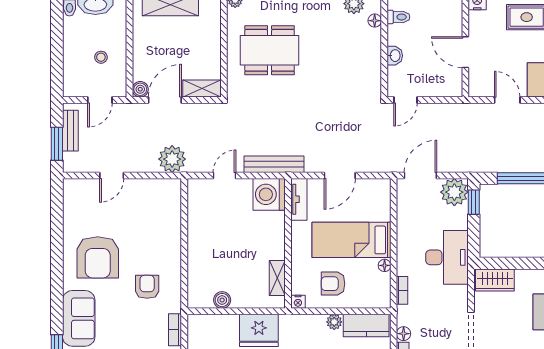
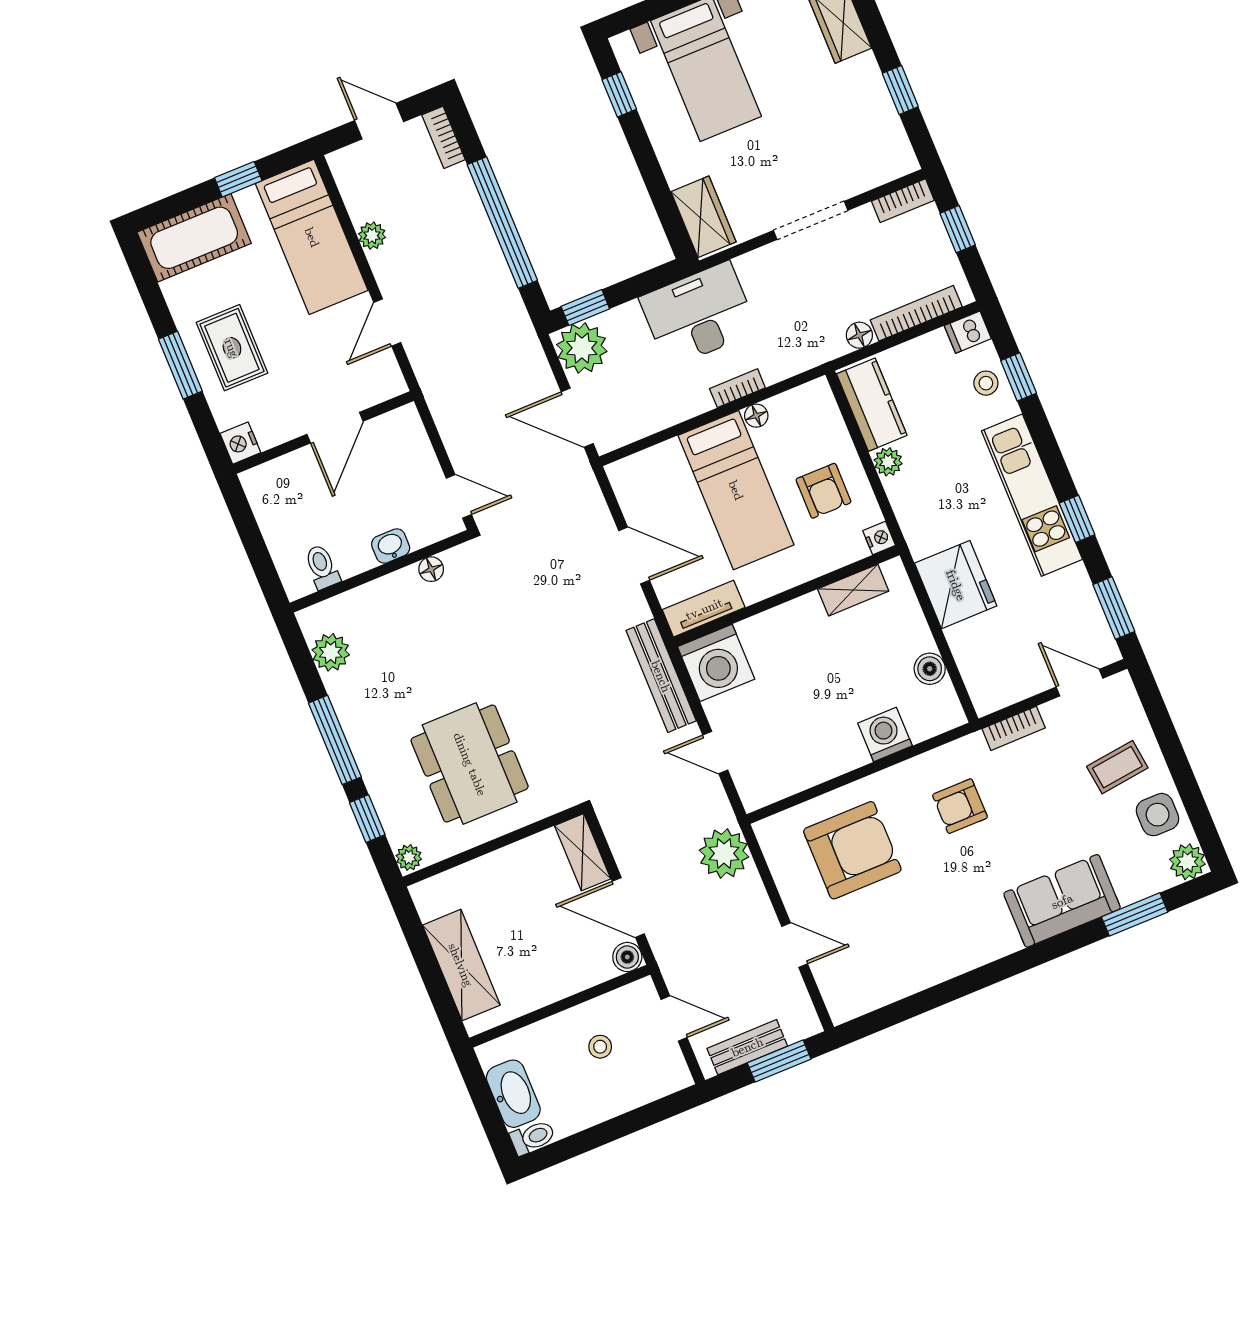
floor lamp: (375, 21) -> (431, 569), moved
armchair: (98, 257) -> (852, 850), moved
washing machine: (198, 264) -> (885, 734), added
bookcase: (402, 290) -> (737, 388), moved

